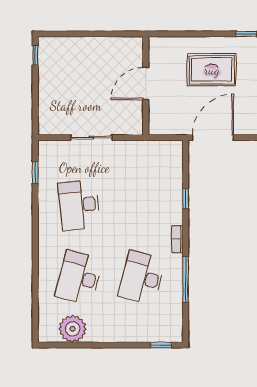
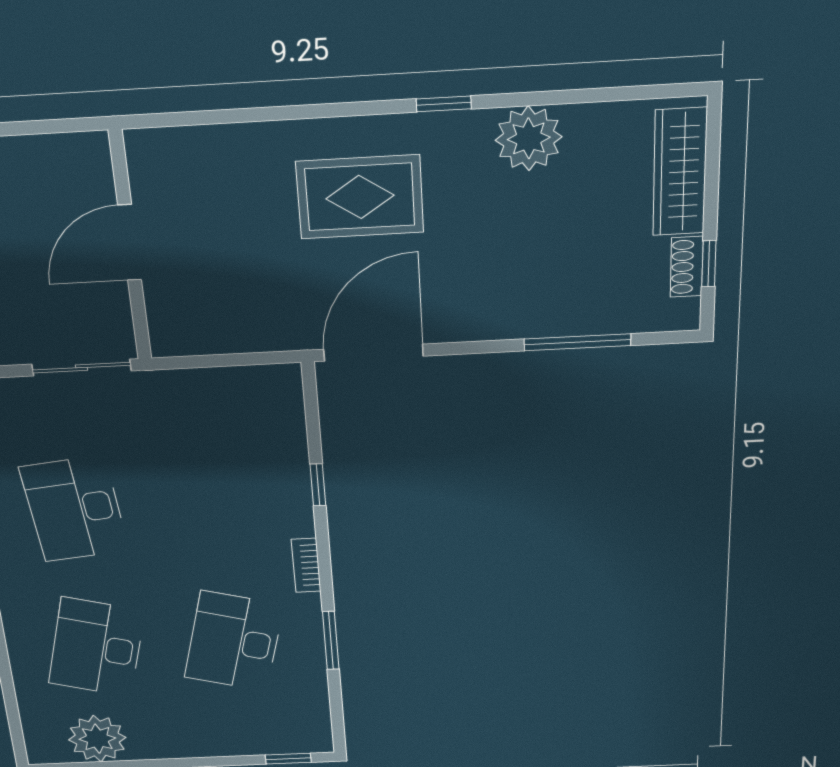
door: (146, 84) -> (130, 243), moved
wall: (146, 86) -> (130, 248), moved
window: (186, 279) -> (331, 640), width x0.69

